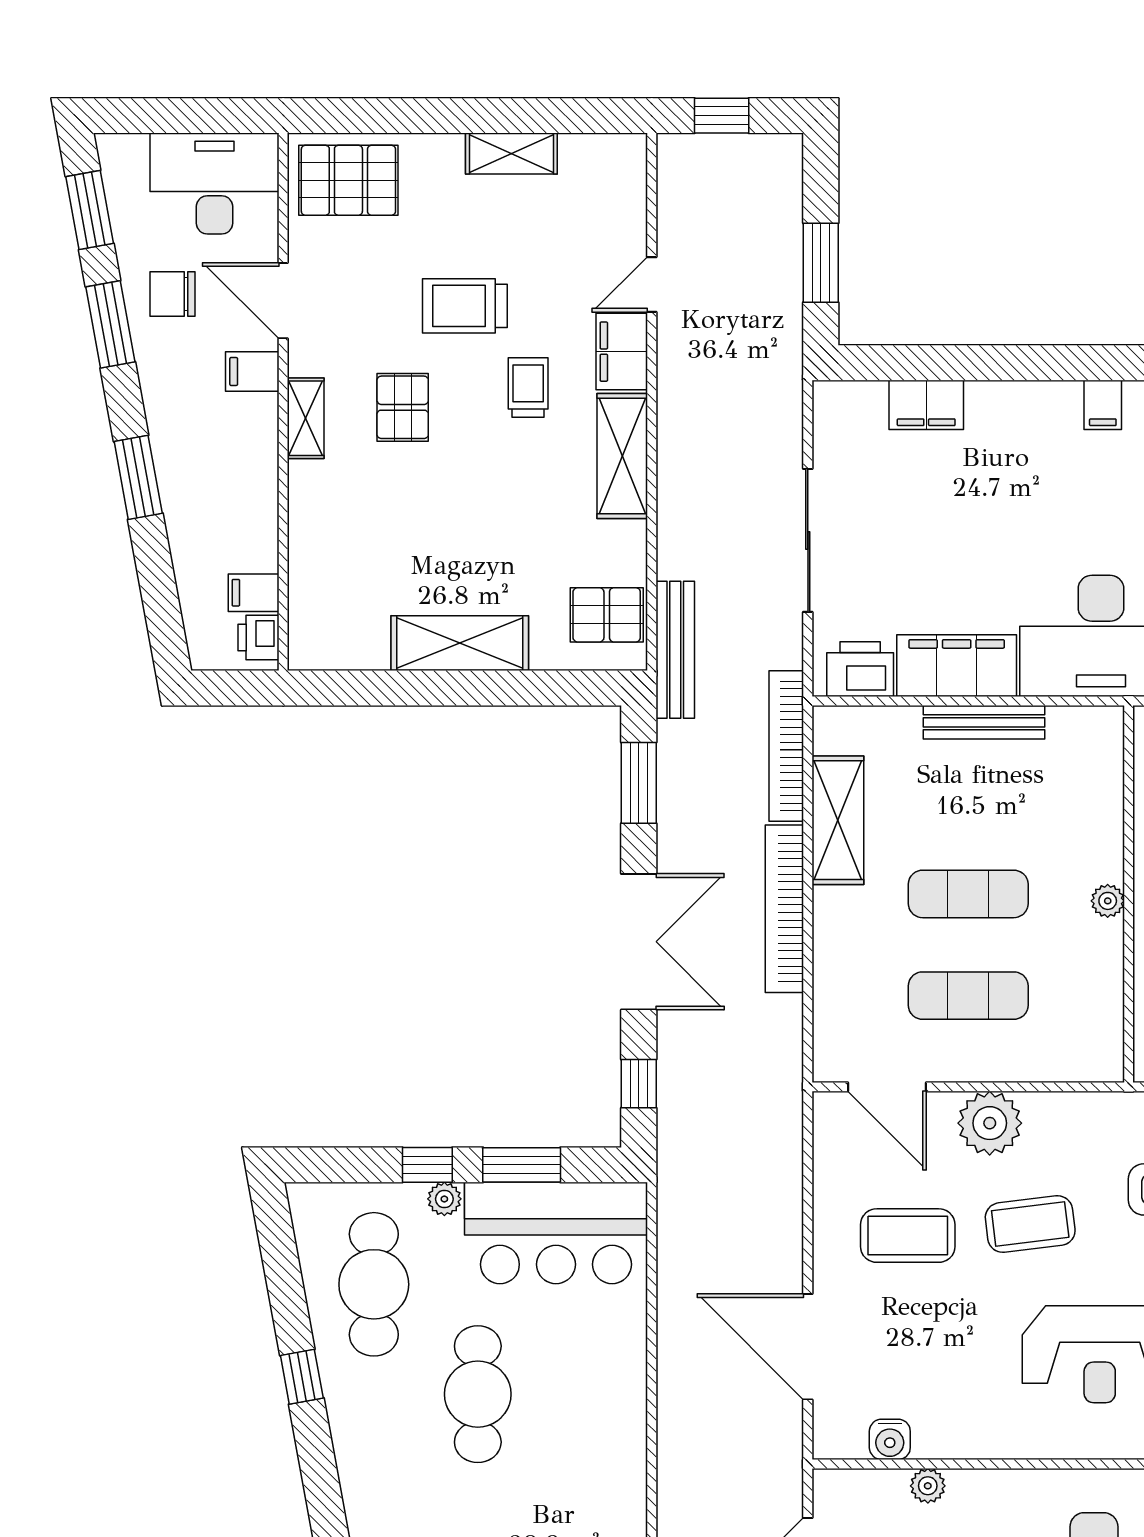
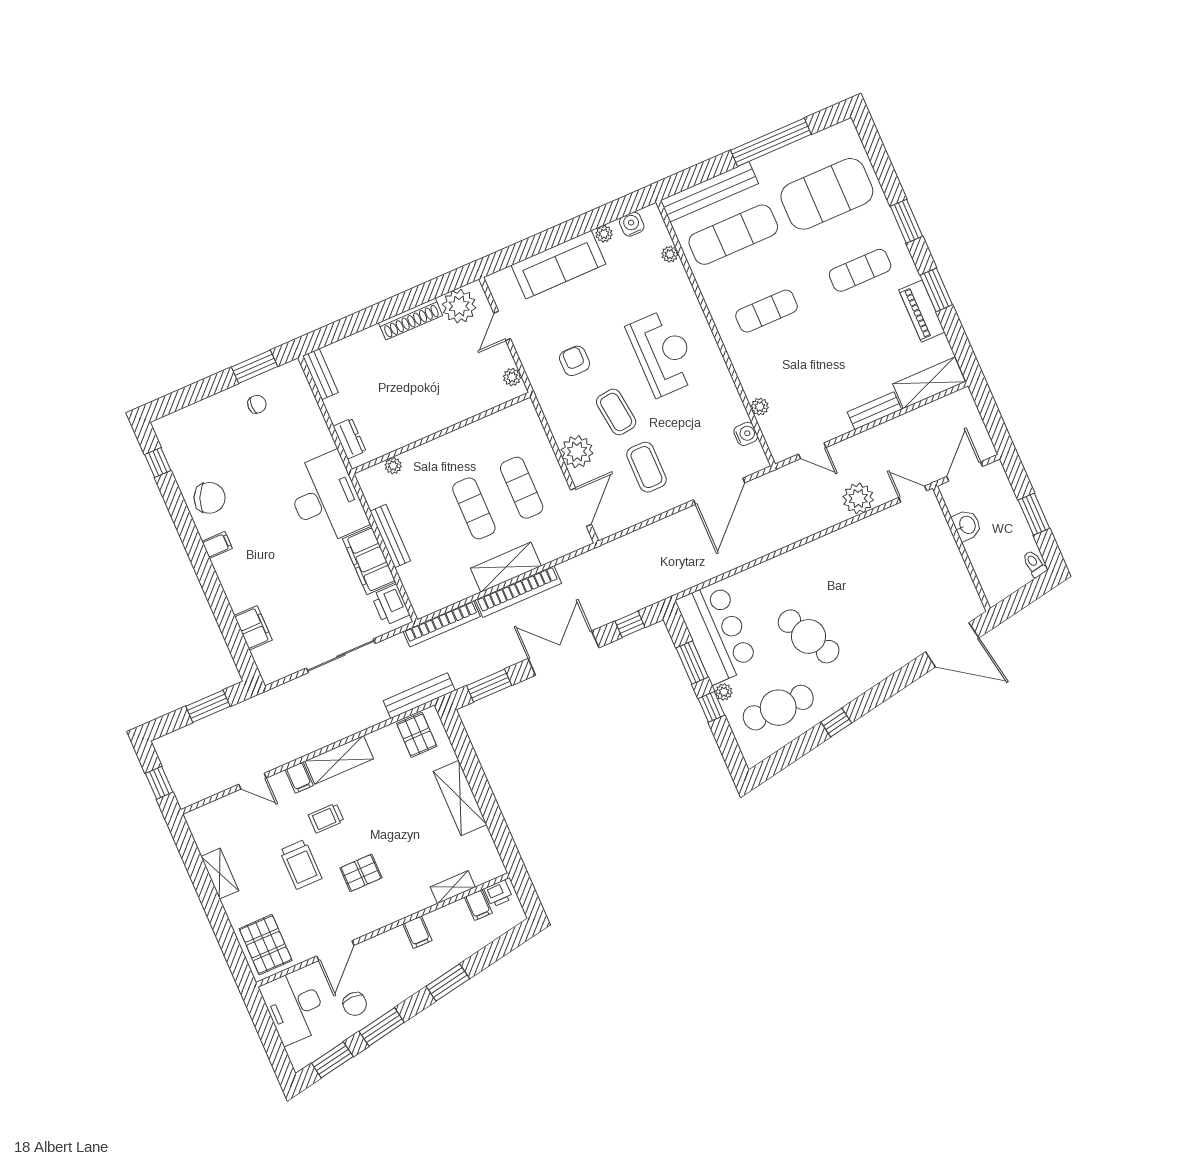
filing cabinet: (622, 352) -> (299, 778), width x0.50
filing cabinet: (252, 371) -> (417, 932), moved
shelving: (306, 418) -> (453, 887), moved
shelving: (838, 820) -> (506, 567), moved
plant: (1108, 901) -> (393, 466), moved
cafe table: (478, 1394) -> (809, 636), turned 62

